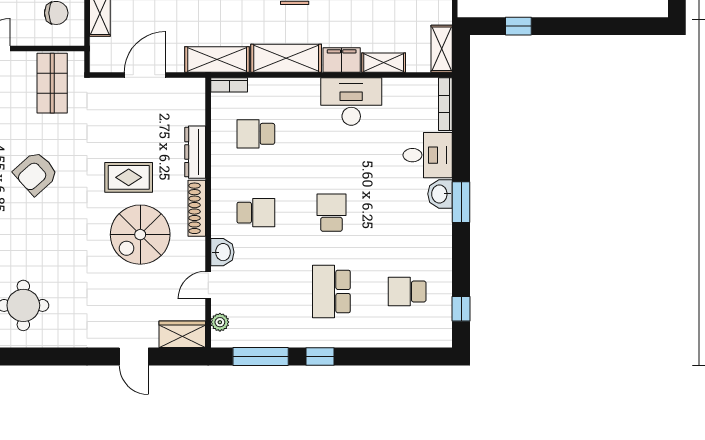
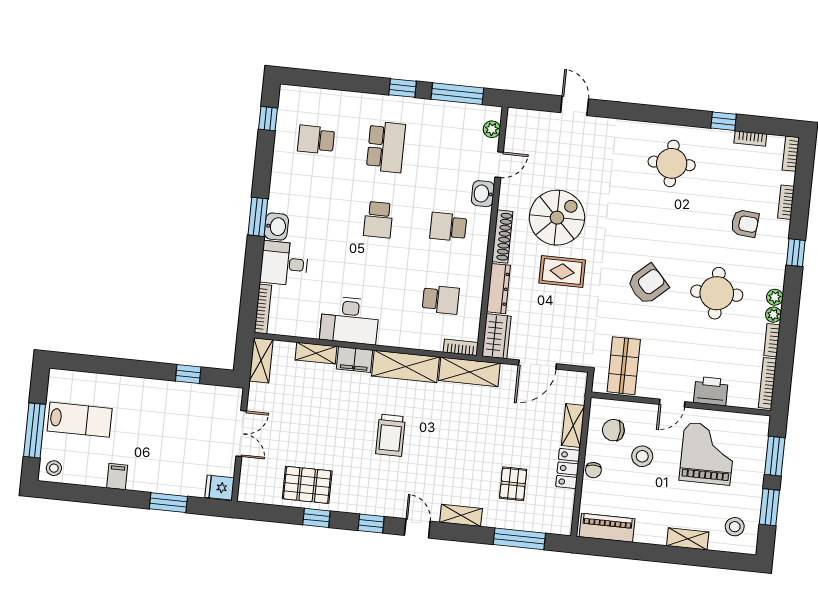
school desk: (407, 291) -> (316, 140), turned 180
wardrobe: (182, 334) -> (496, 336), moved, turned -90

